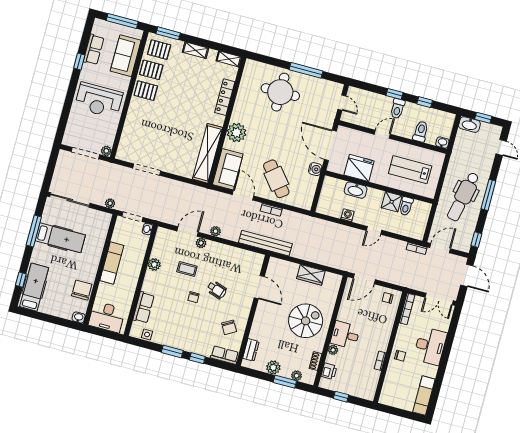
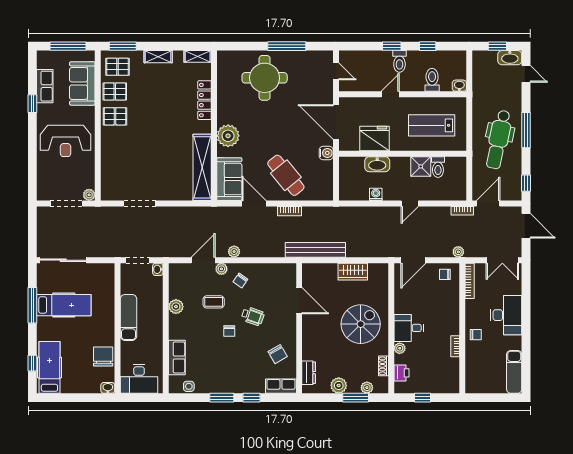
washbasin: (469, 124) -> (510, 58), moved
plant: (110, 203) -> (458, 252), moved
bench: (265, 243) -> (315, 250), moved
chair: (214, 257) -> (240, 280), added

